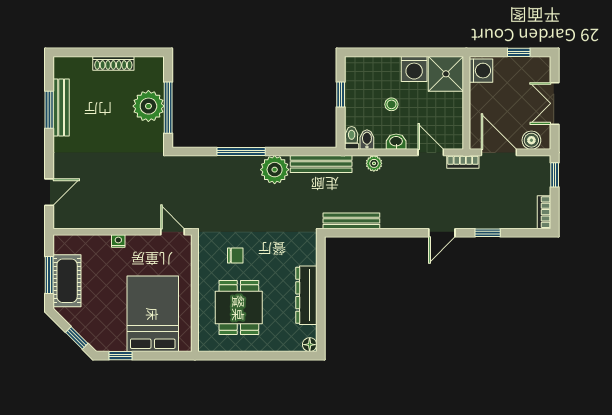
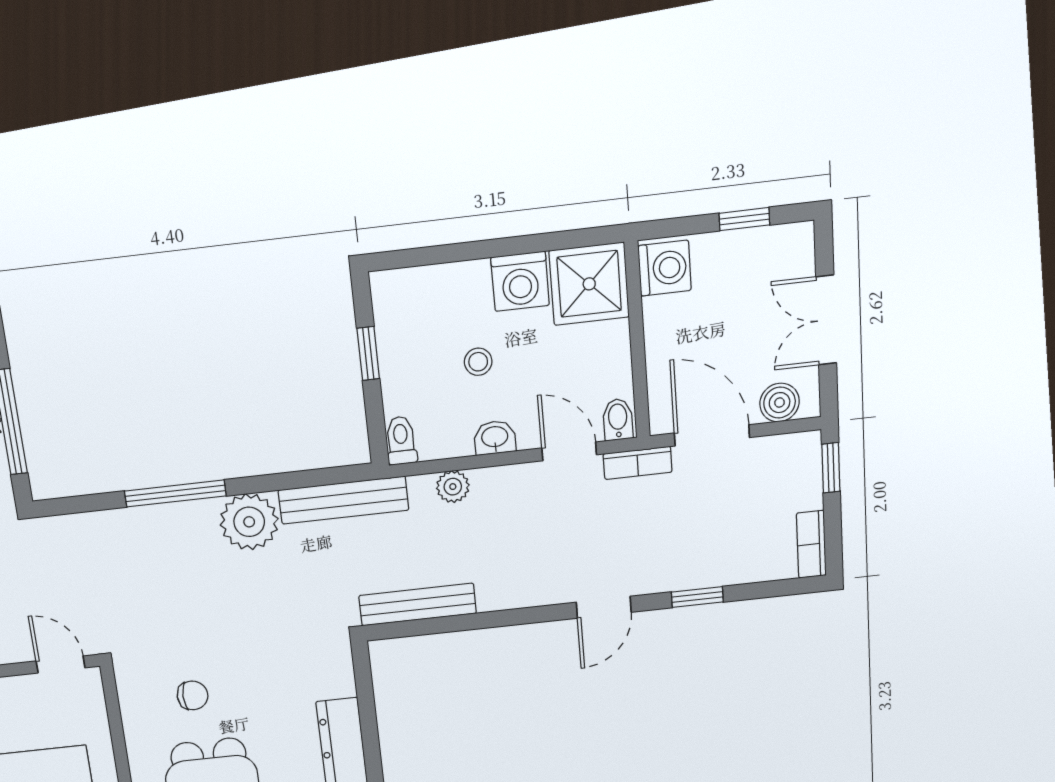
bidet: (367, 140) -> (618, 419), moved

